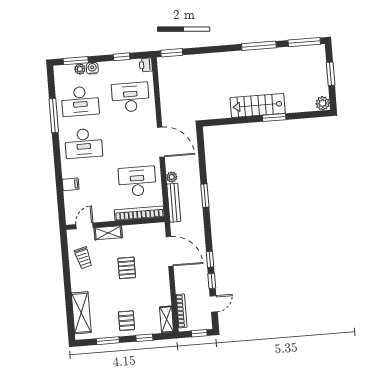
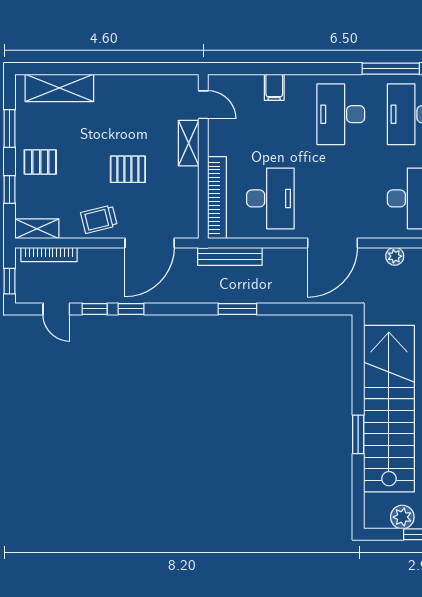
plant: (323, 103) -> (402, 517), moved
stairs: (258, 105) -> (389, 409), width x1.86, depth x1.51
plant: (172, 177) -> (395, 256), moved
trolley: (83, 258) -> (99, 219), moved

